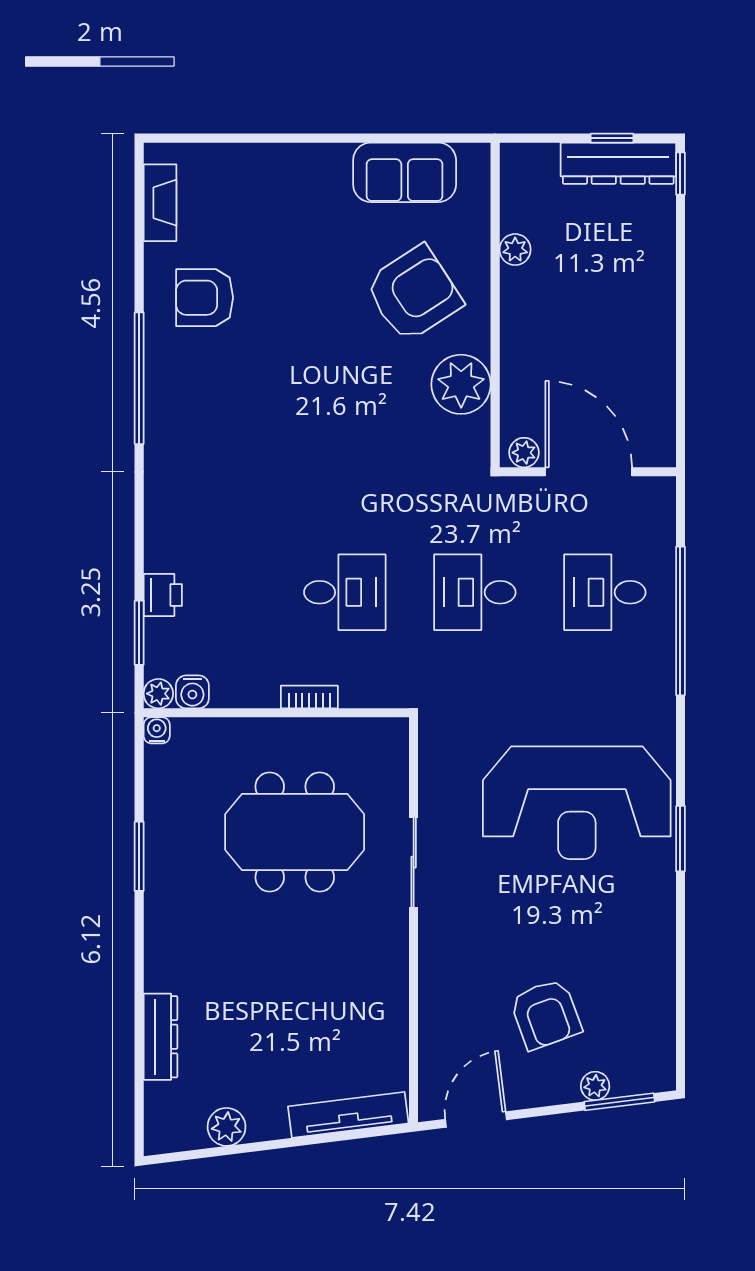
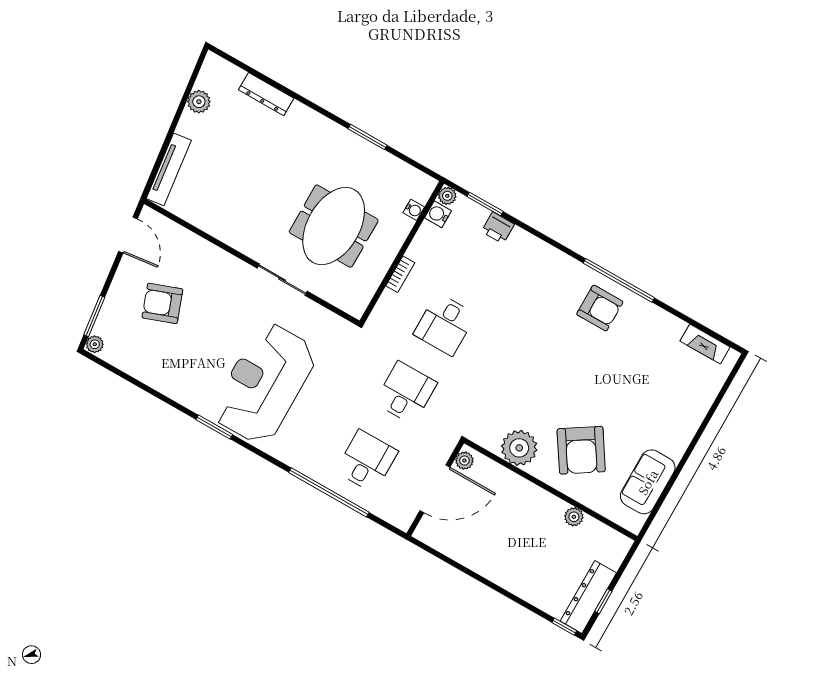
armchair: (205, 298) -> (600, 308), moved, turned 90
water cooler: (157, 730) -> (414, 210), moved
plant: (595, 1086) -> (95, 344), moved

